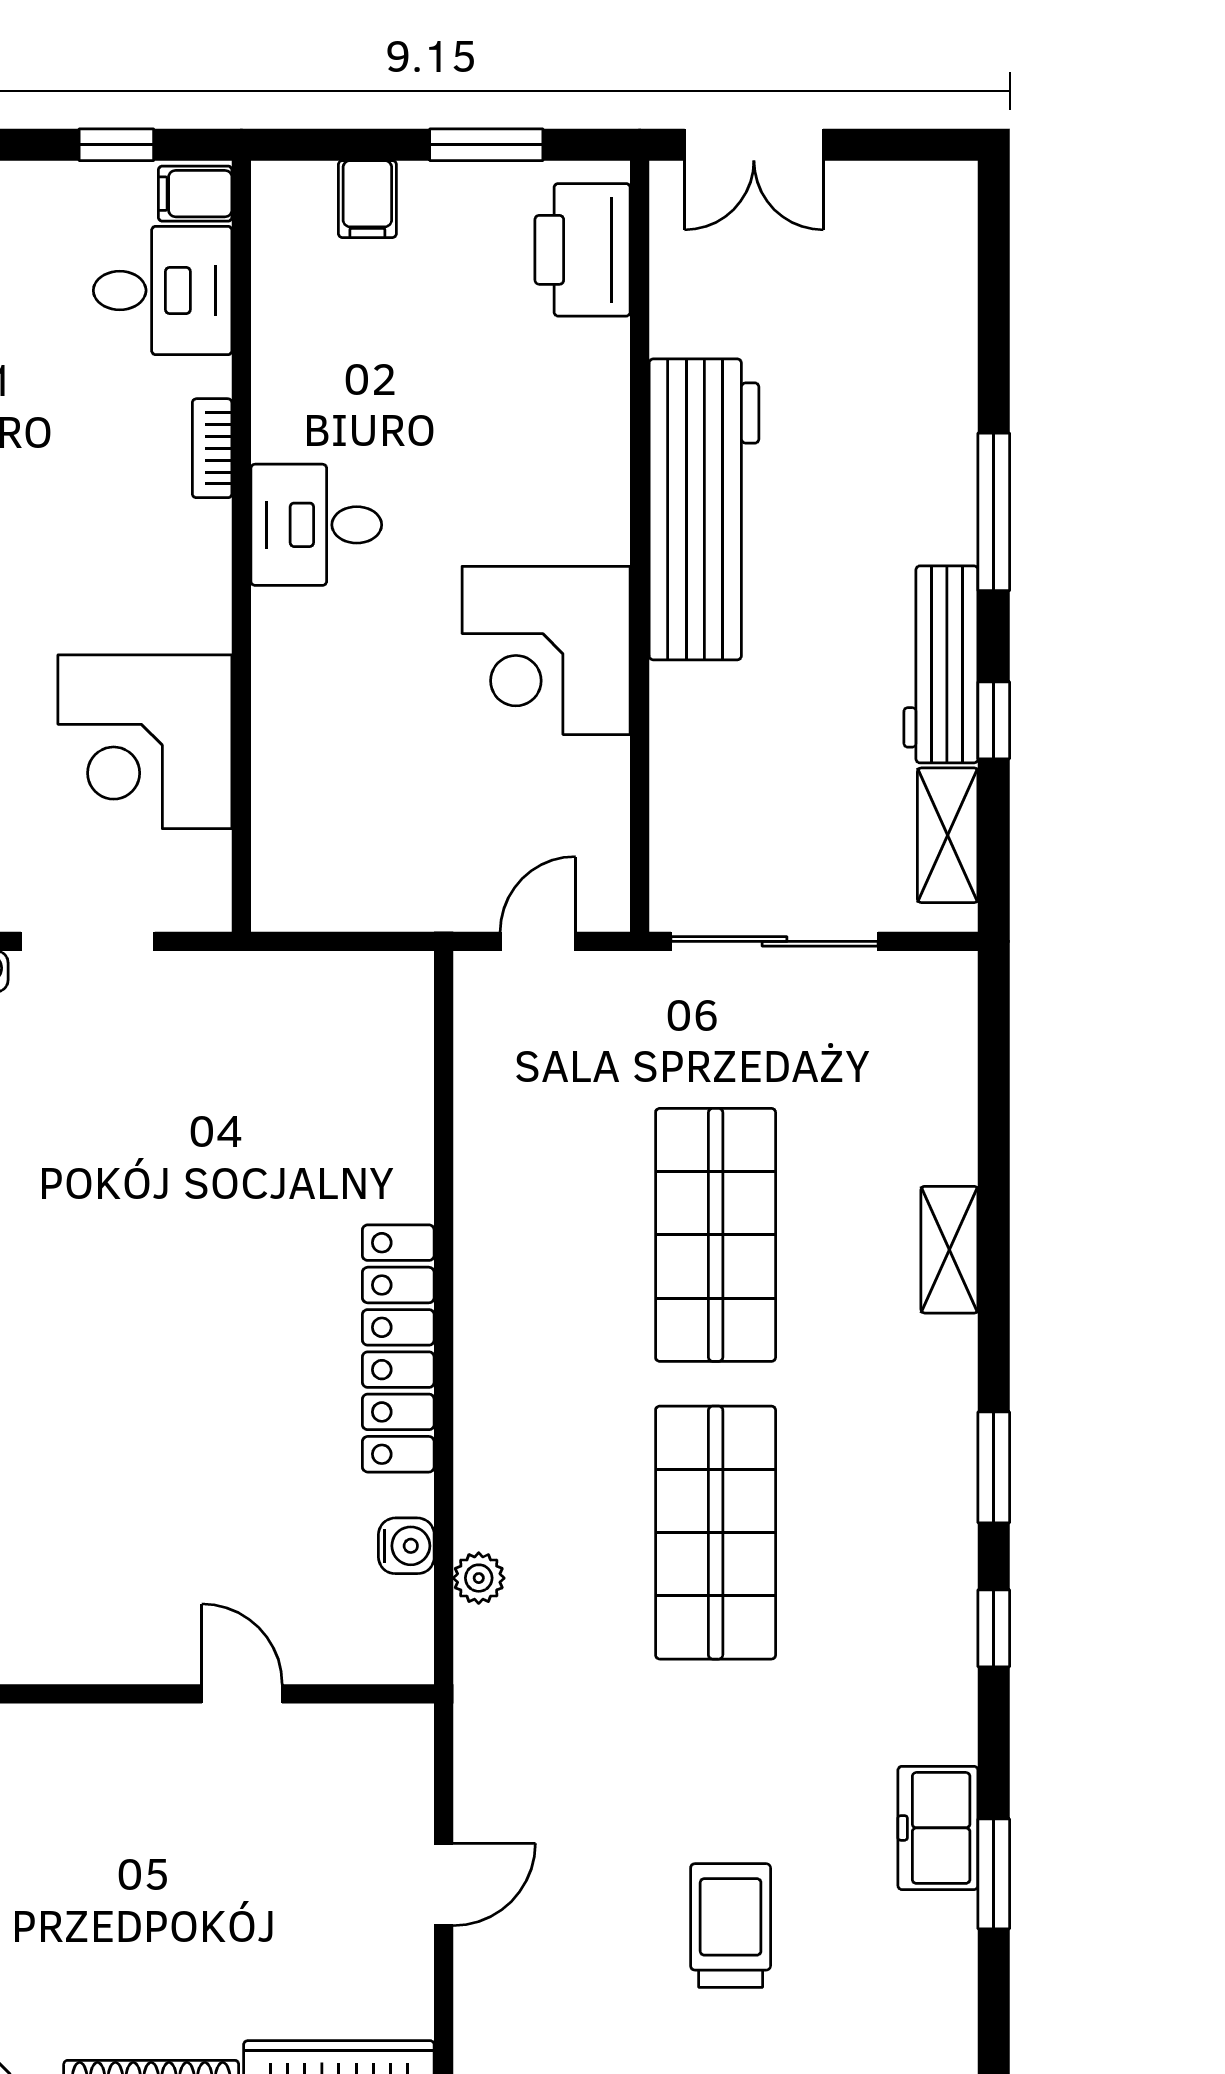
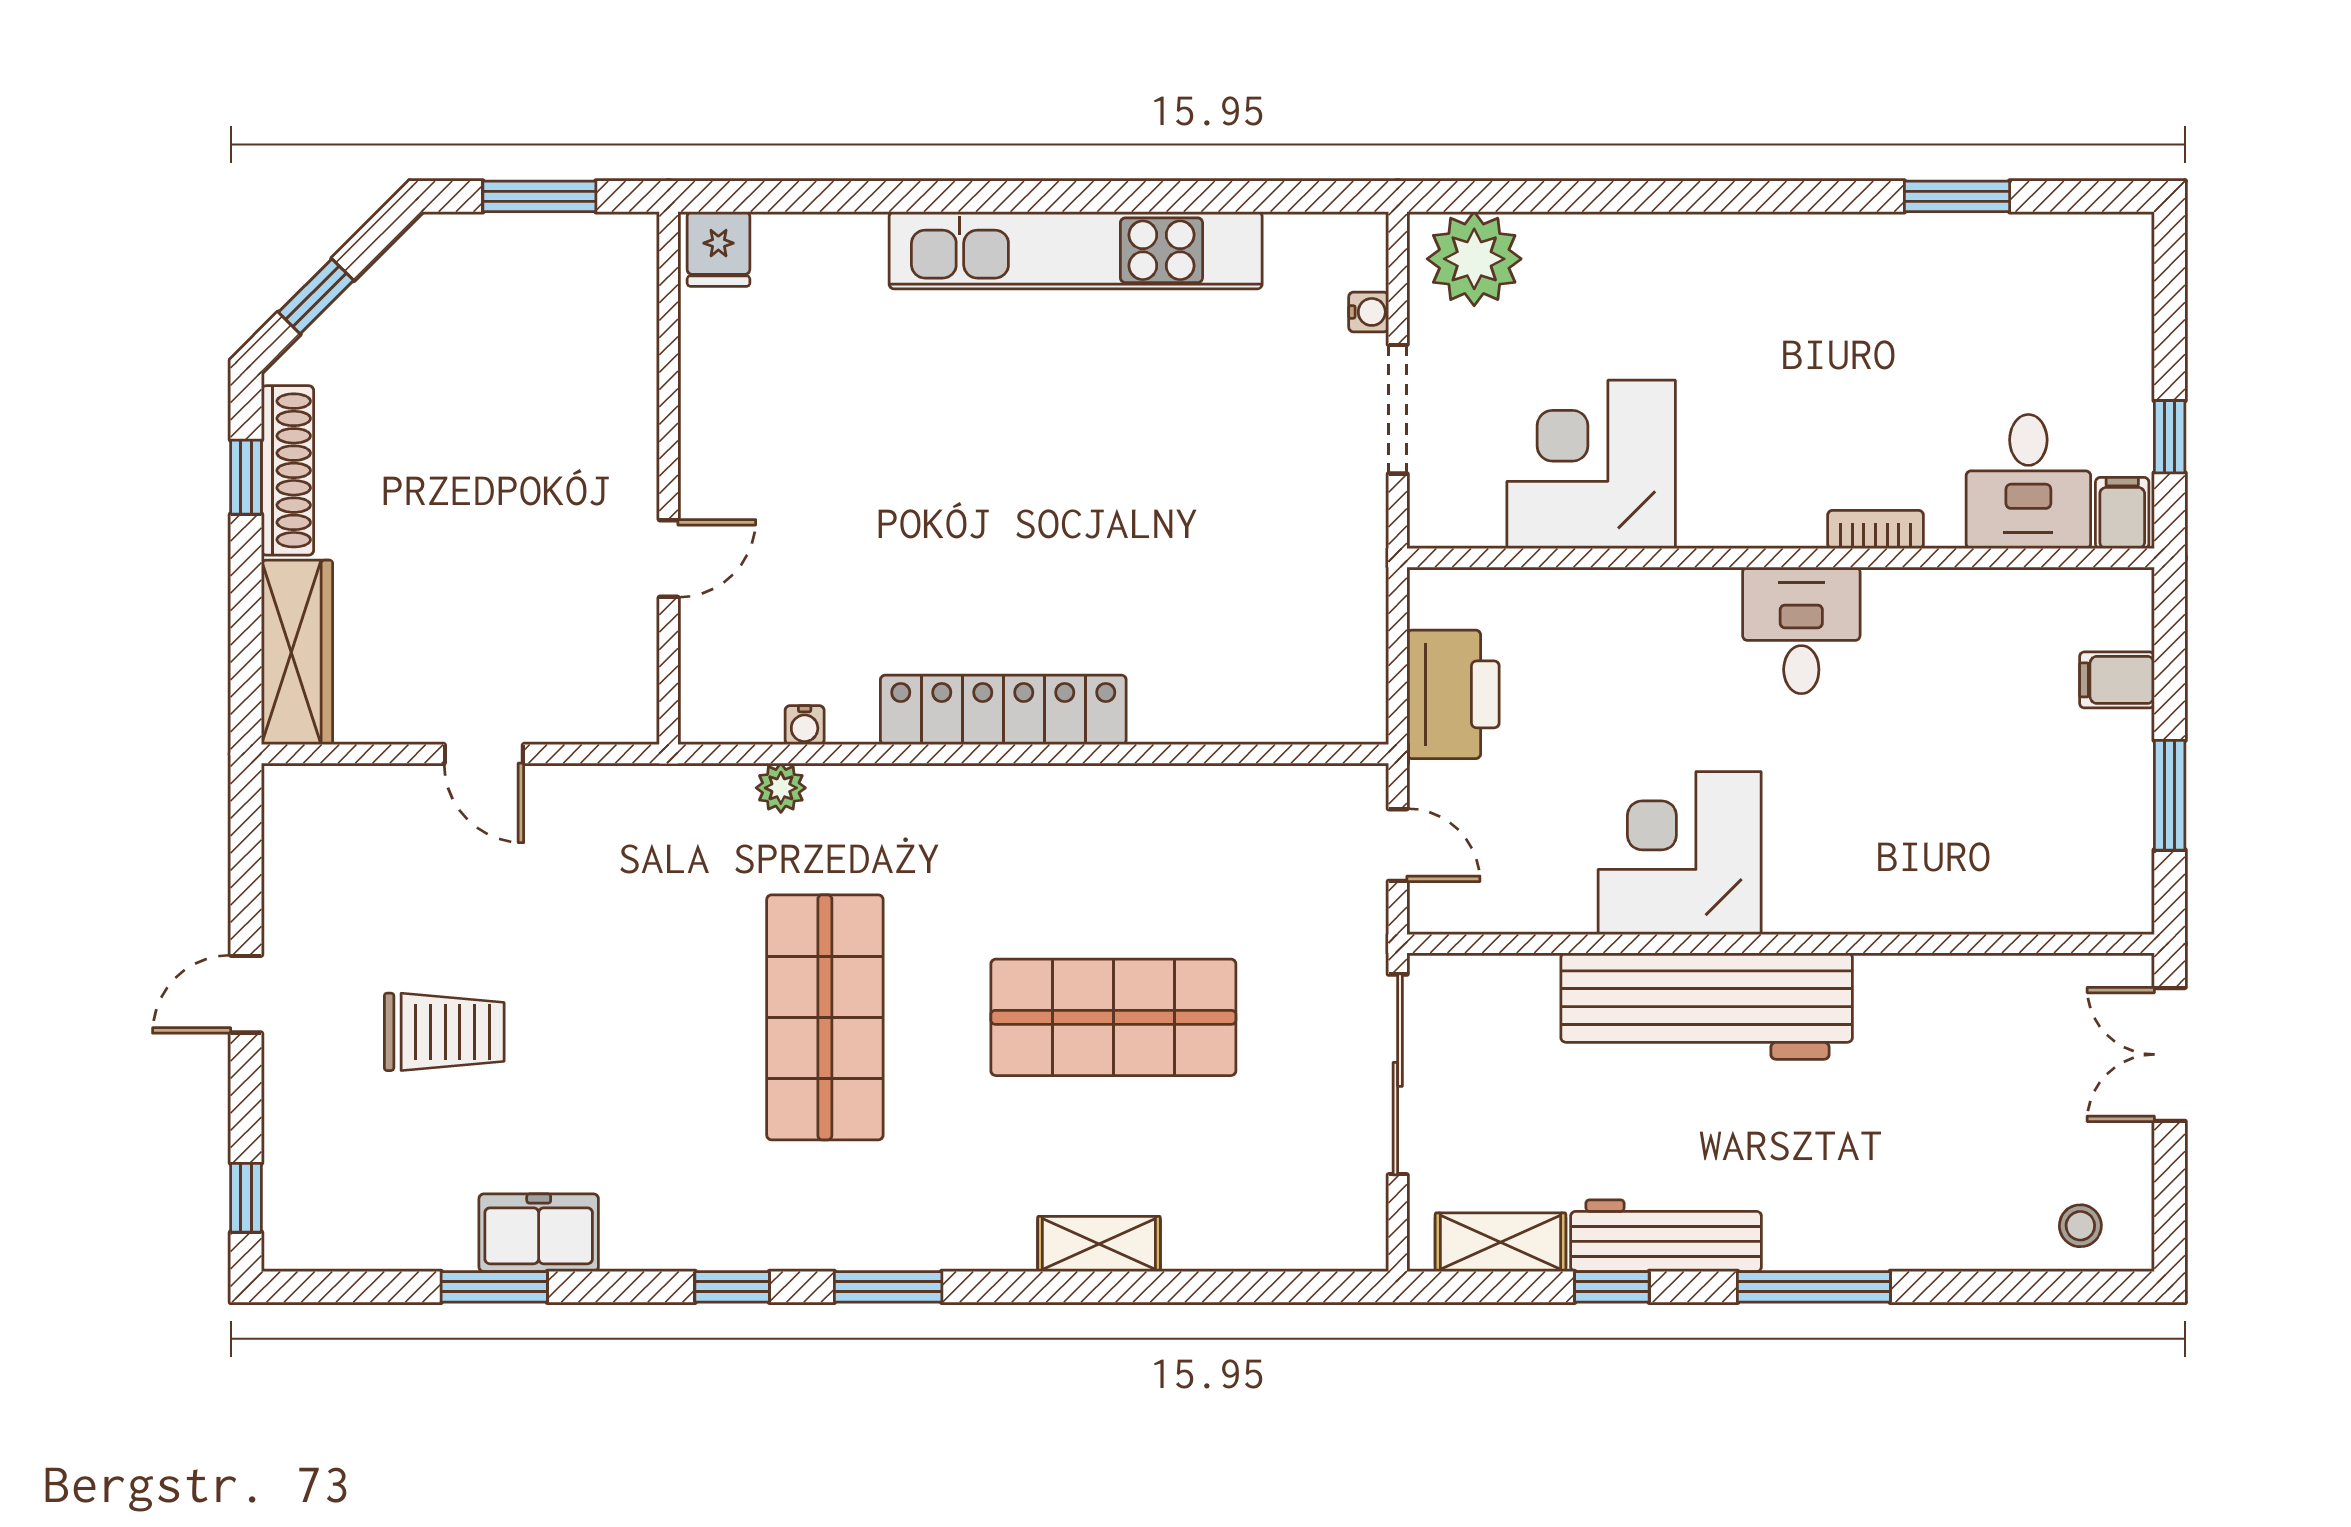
stool: (931, 237) -> (2080, 1226), added
printer: (583, 250) -> (1453, 694), moved, turned 90
workbench: (704, 509) -> (1707, 1006), moved
shop shelf: (716, 1533) -> (825, 1017), turned 90
water cooler: (406, 1546) -> (805, 725), width x0.72, depth x0.72

